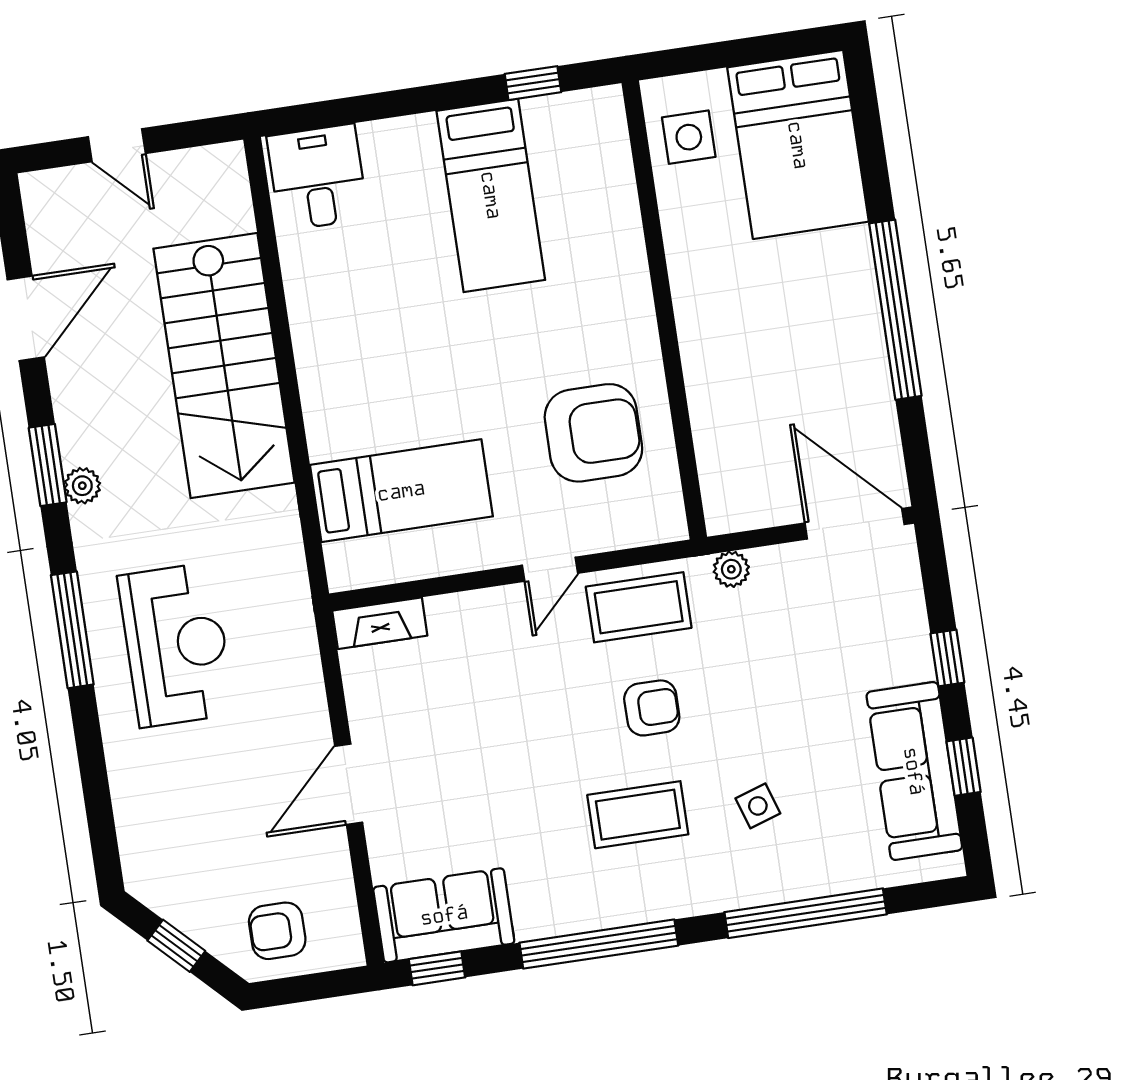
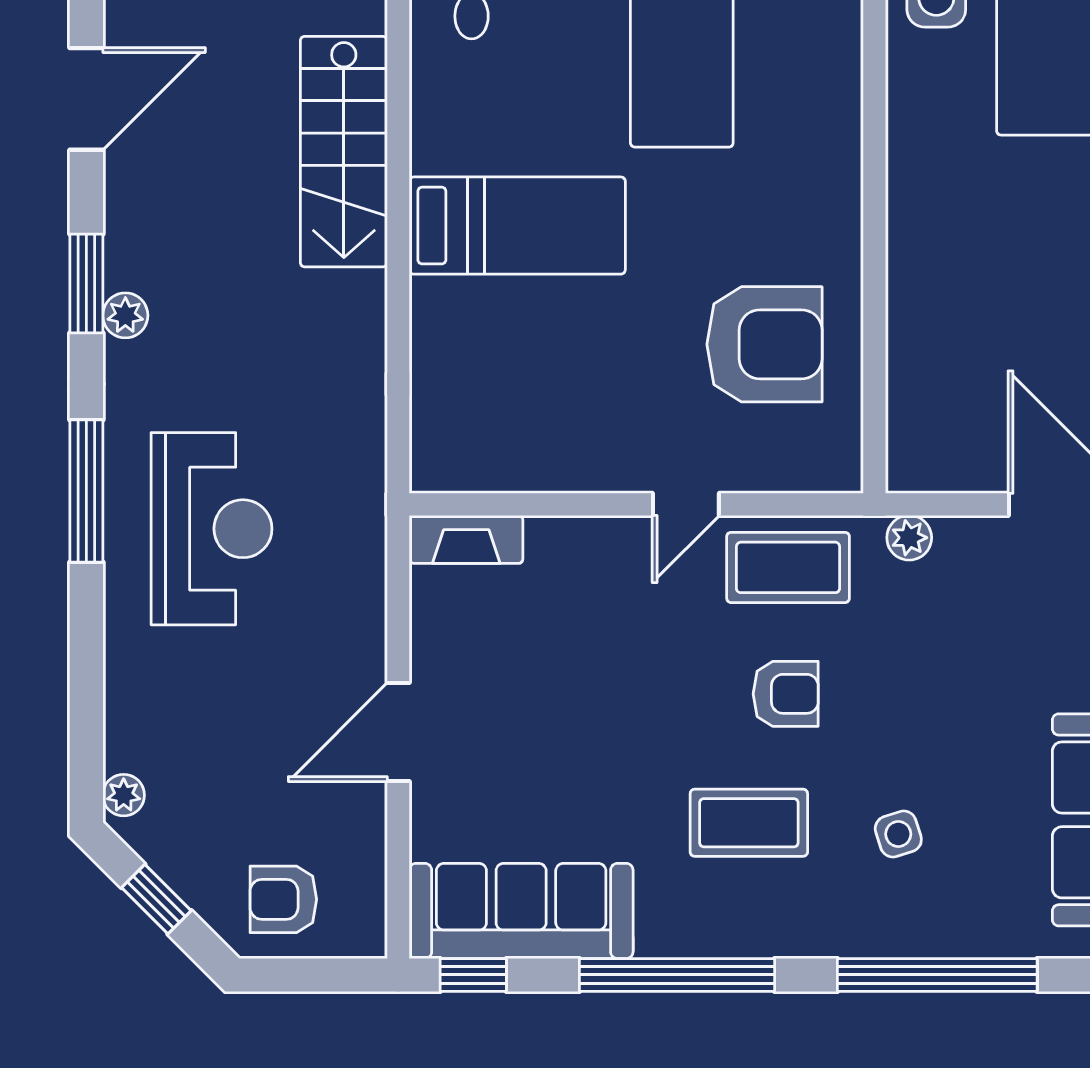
stairs: (224, 366) -> (344, 152), width x0.73, depth x0.66
bed: (401, 491) -> (517, 226), moved
plant: (138, 867) -> (124, 795), added
sofa: (444, 915) -> (521, 911), width x1.36

